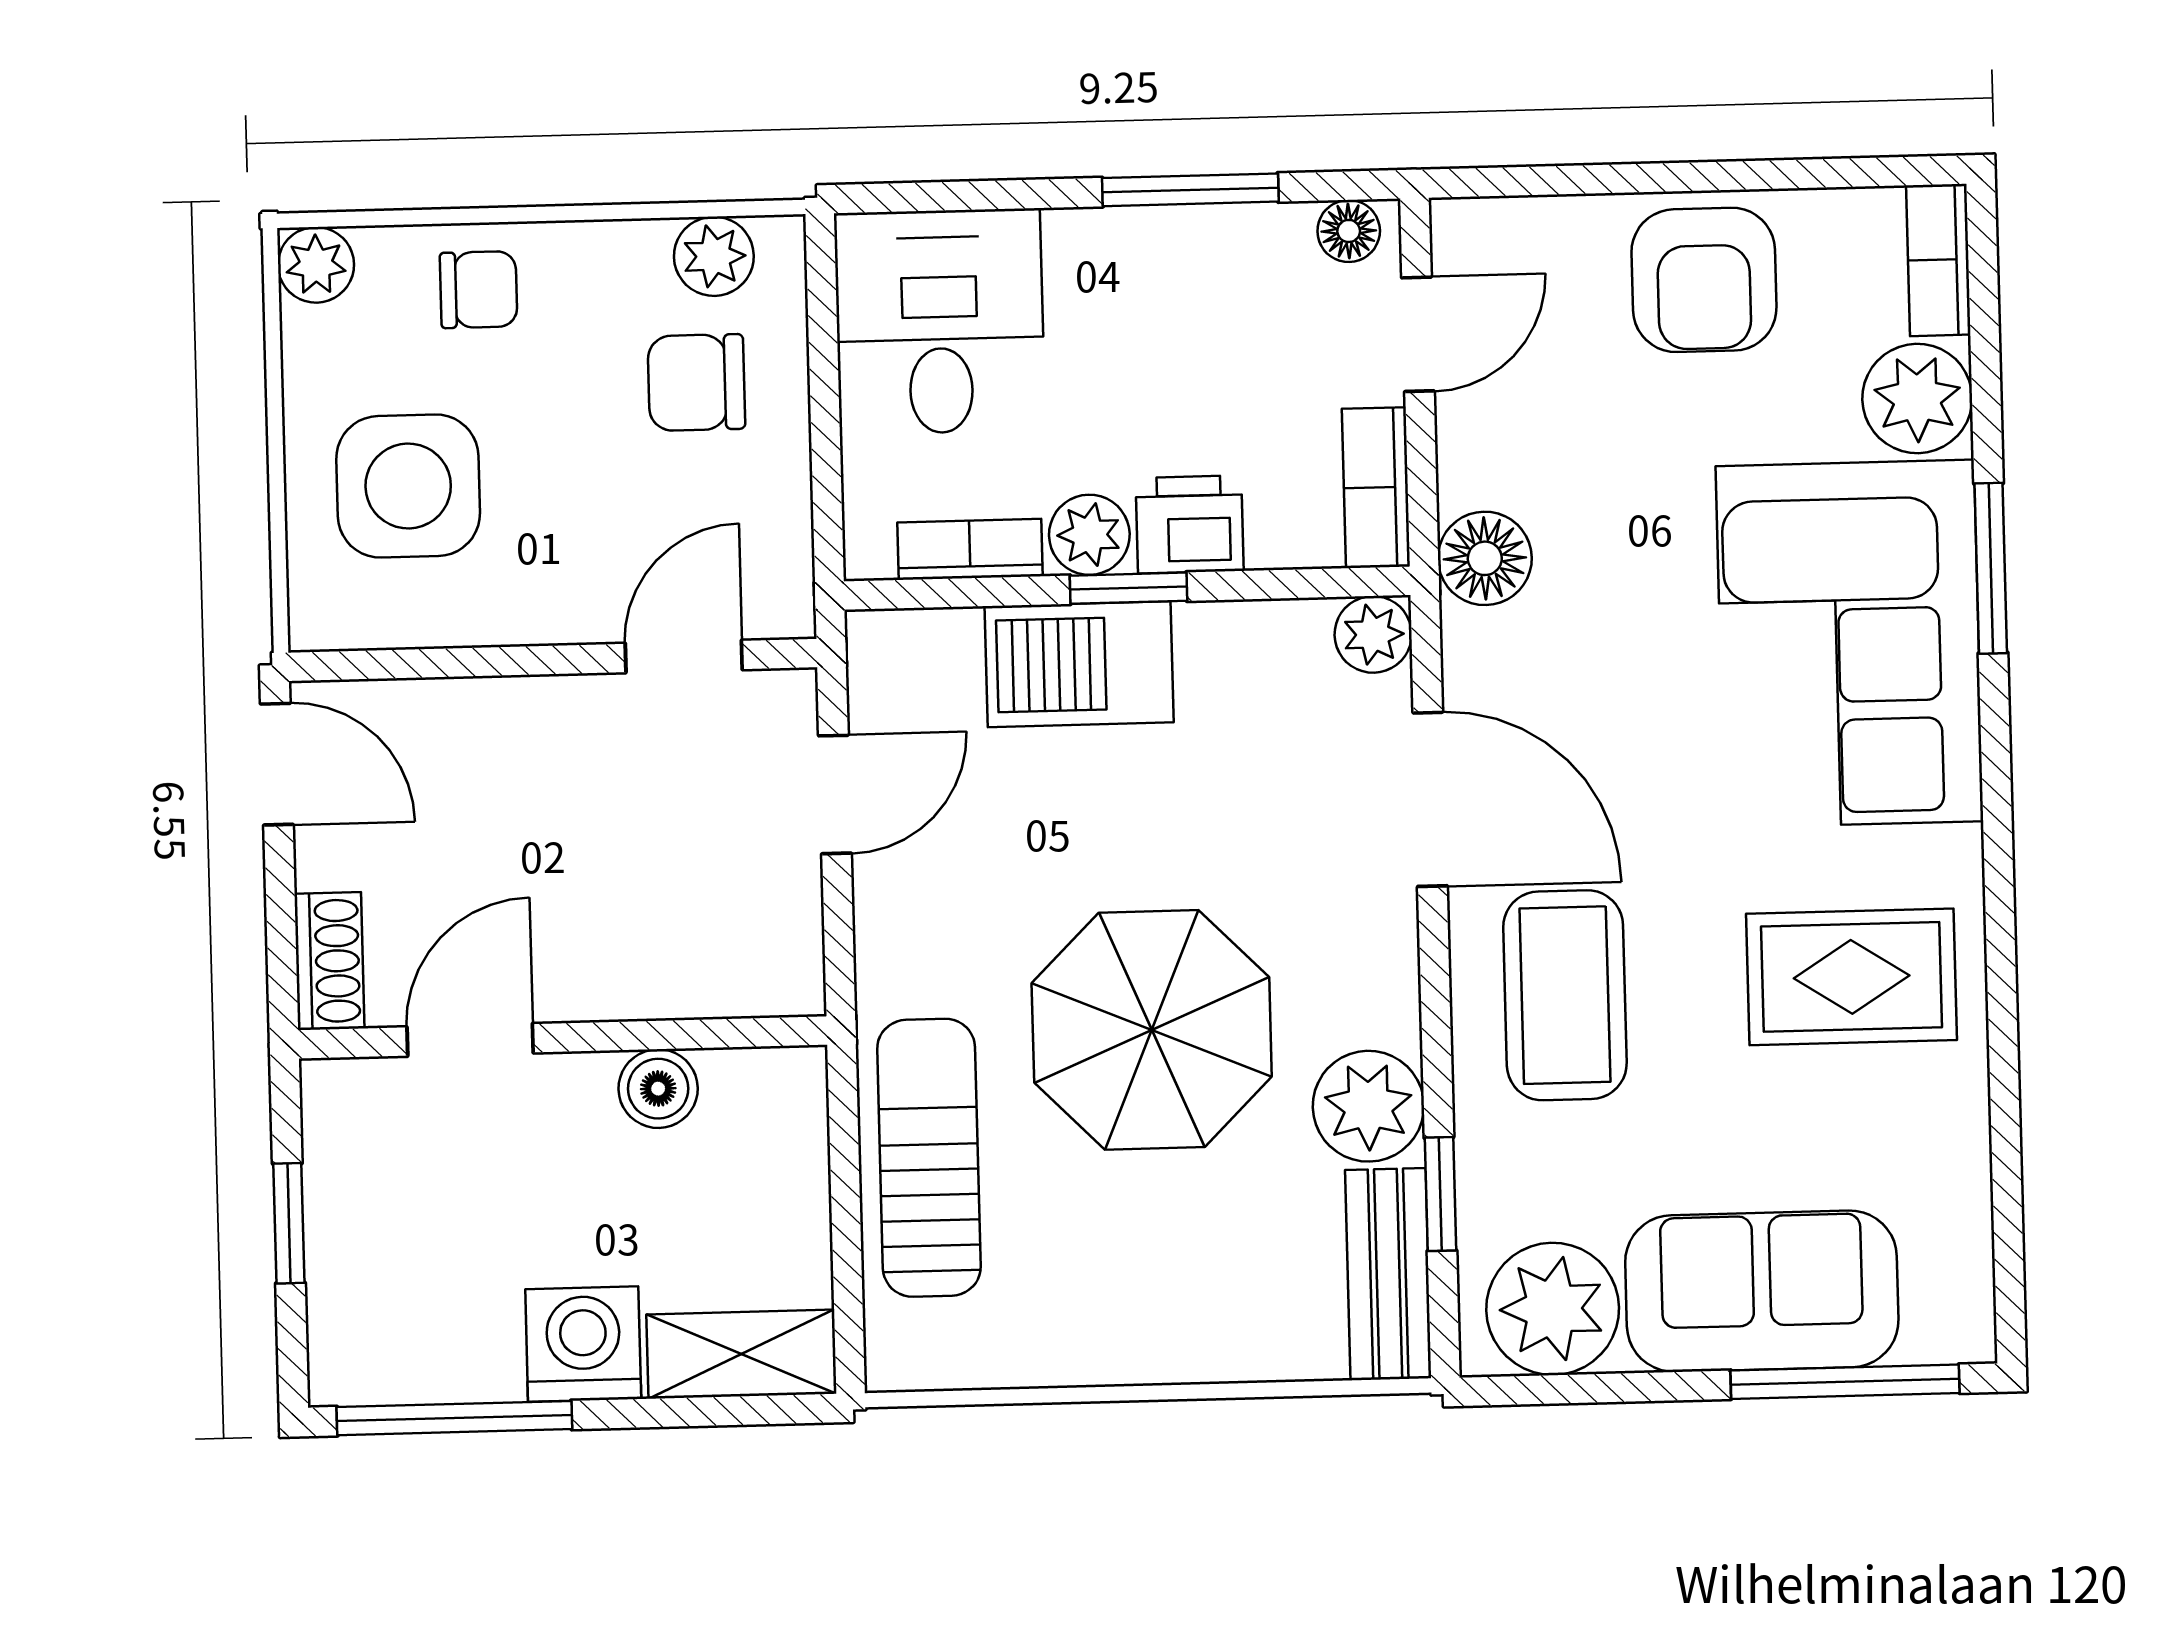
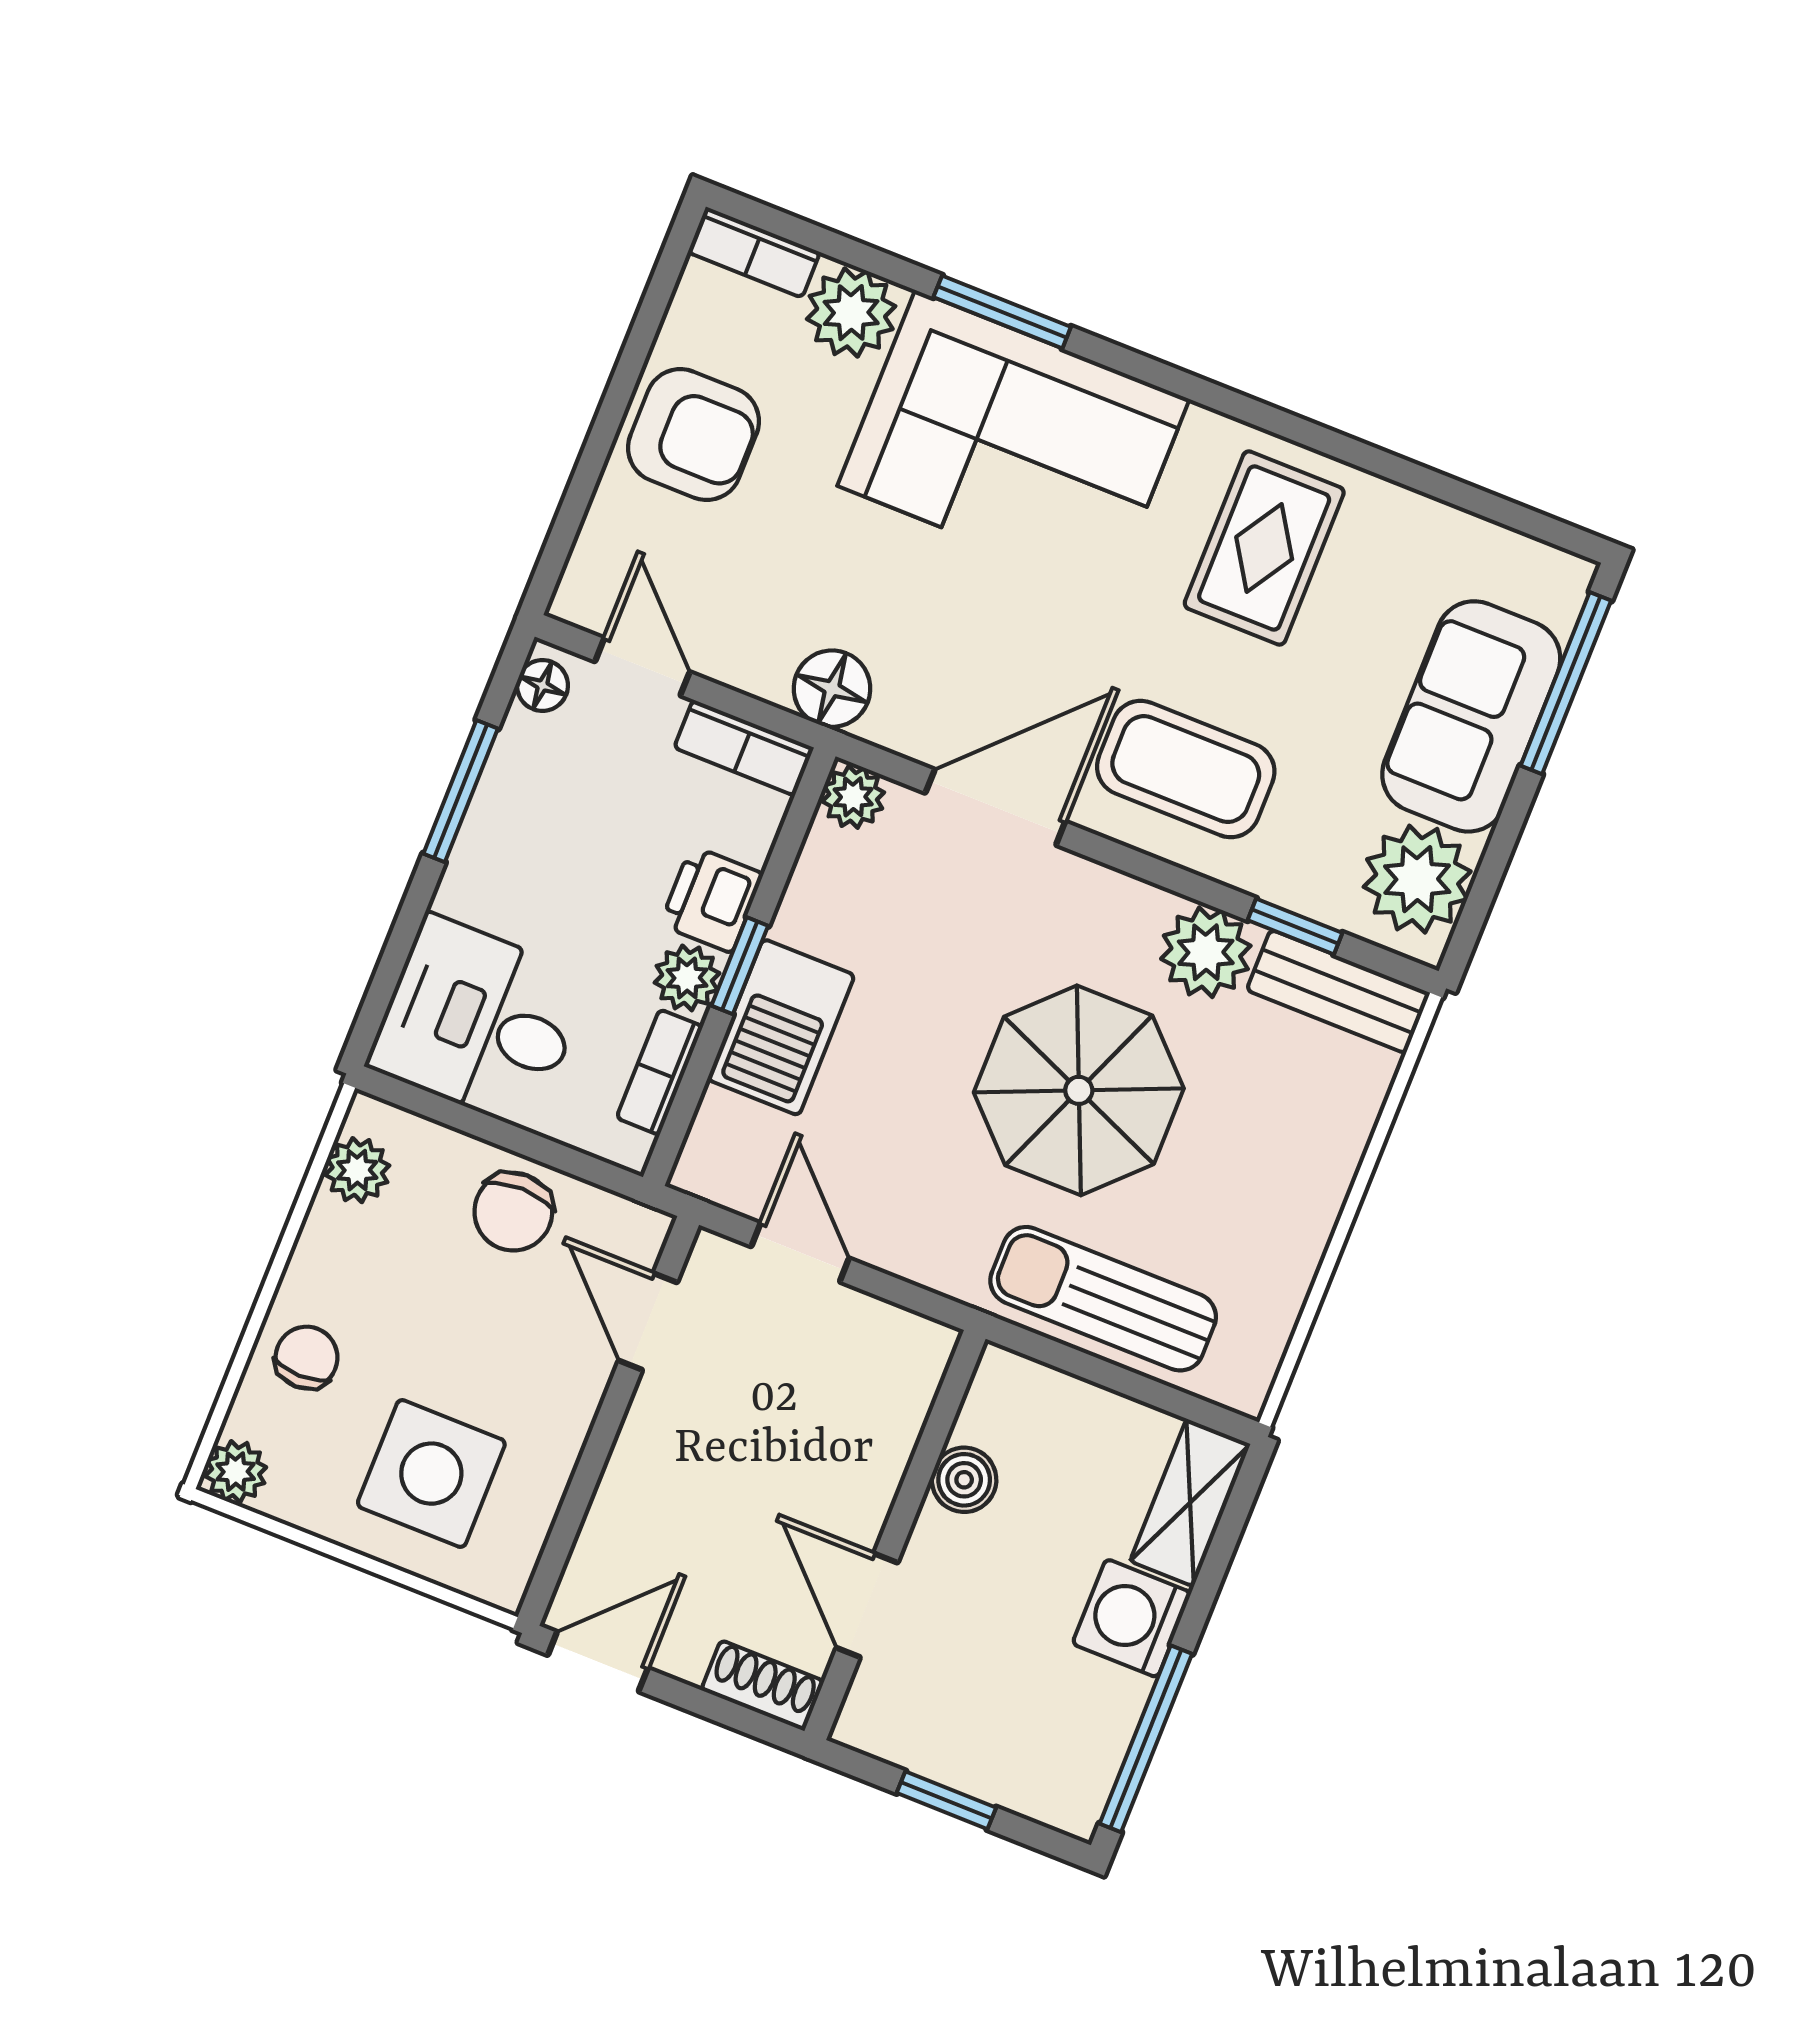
chair: (696, 383) -> (513, 1212), moved

